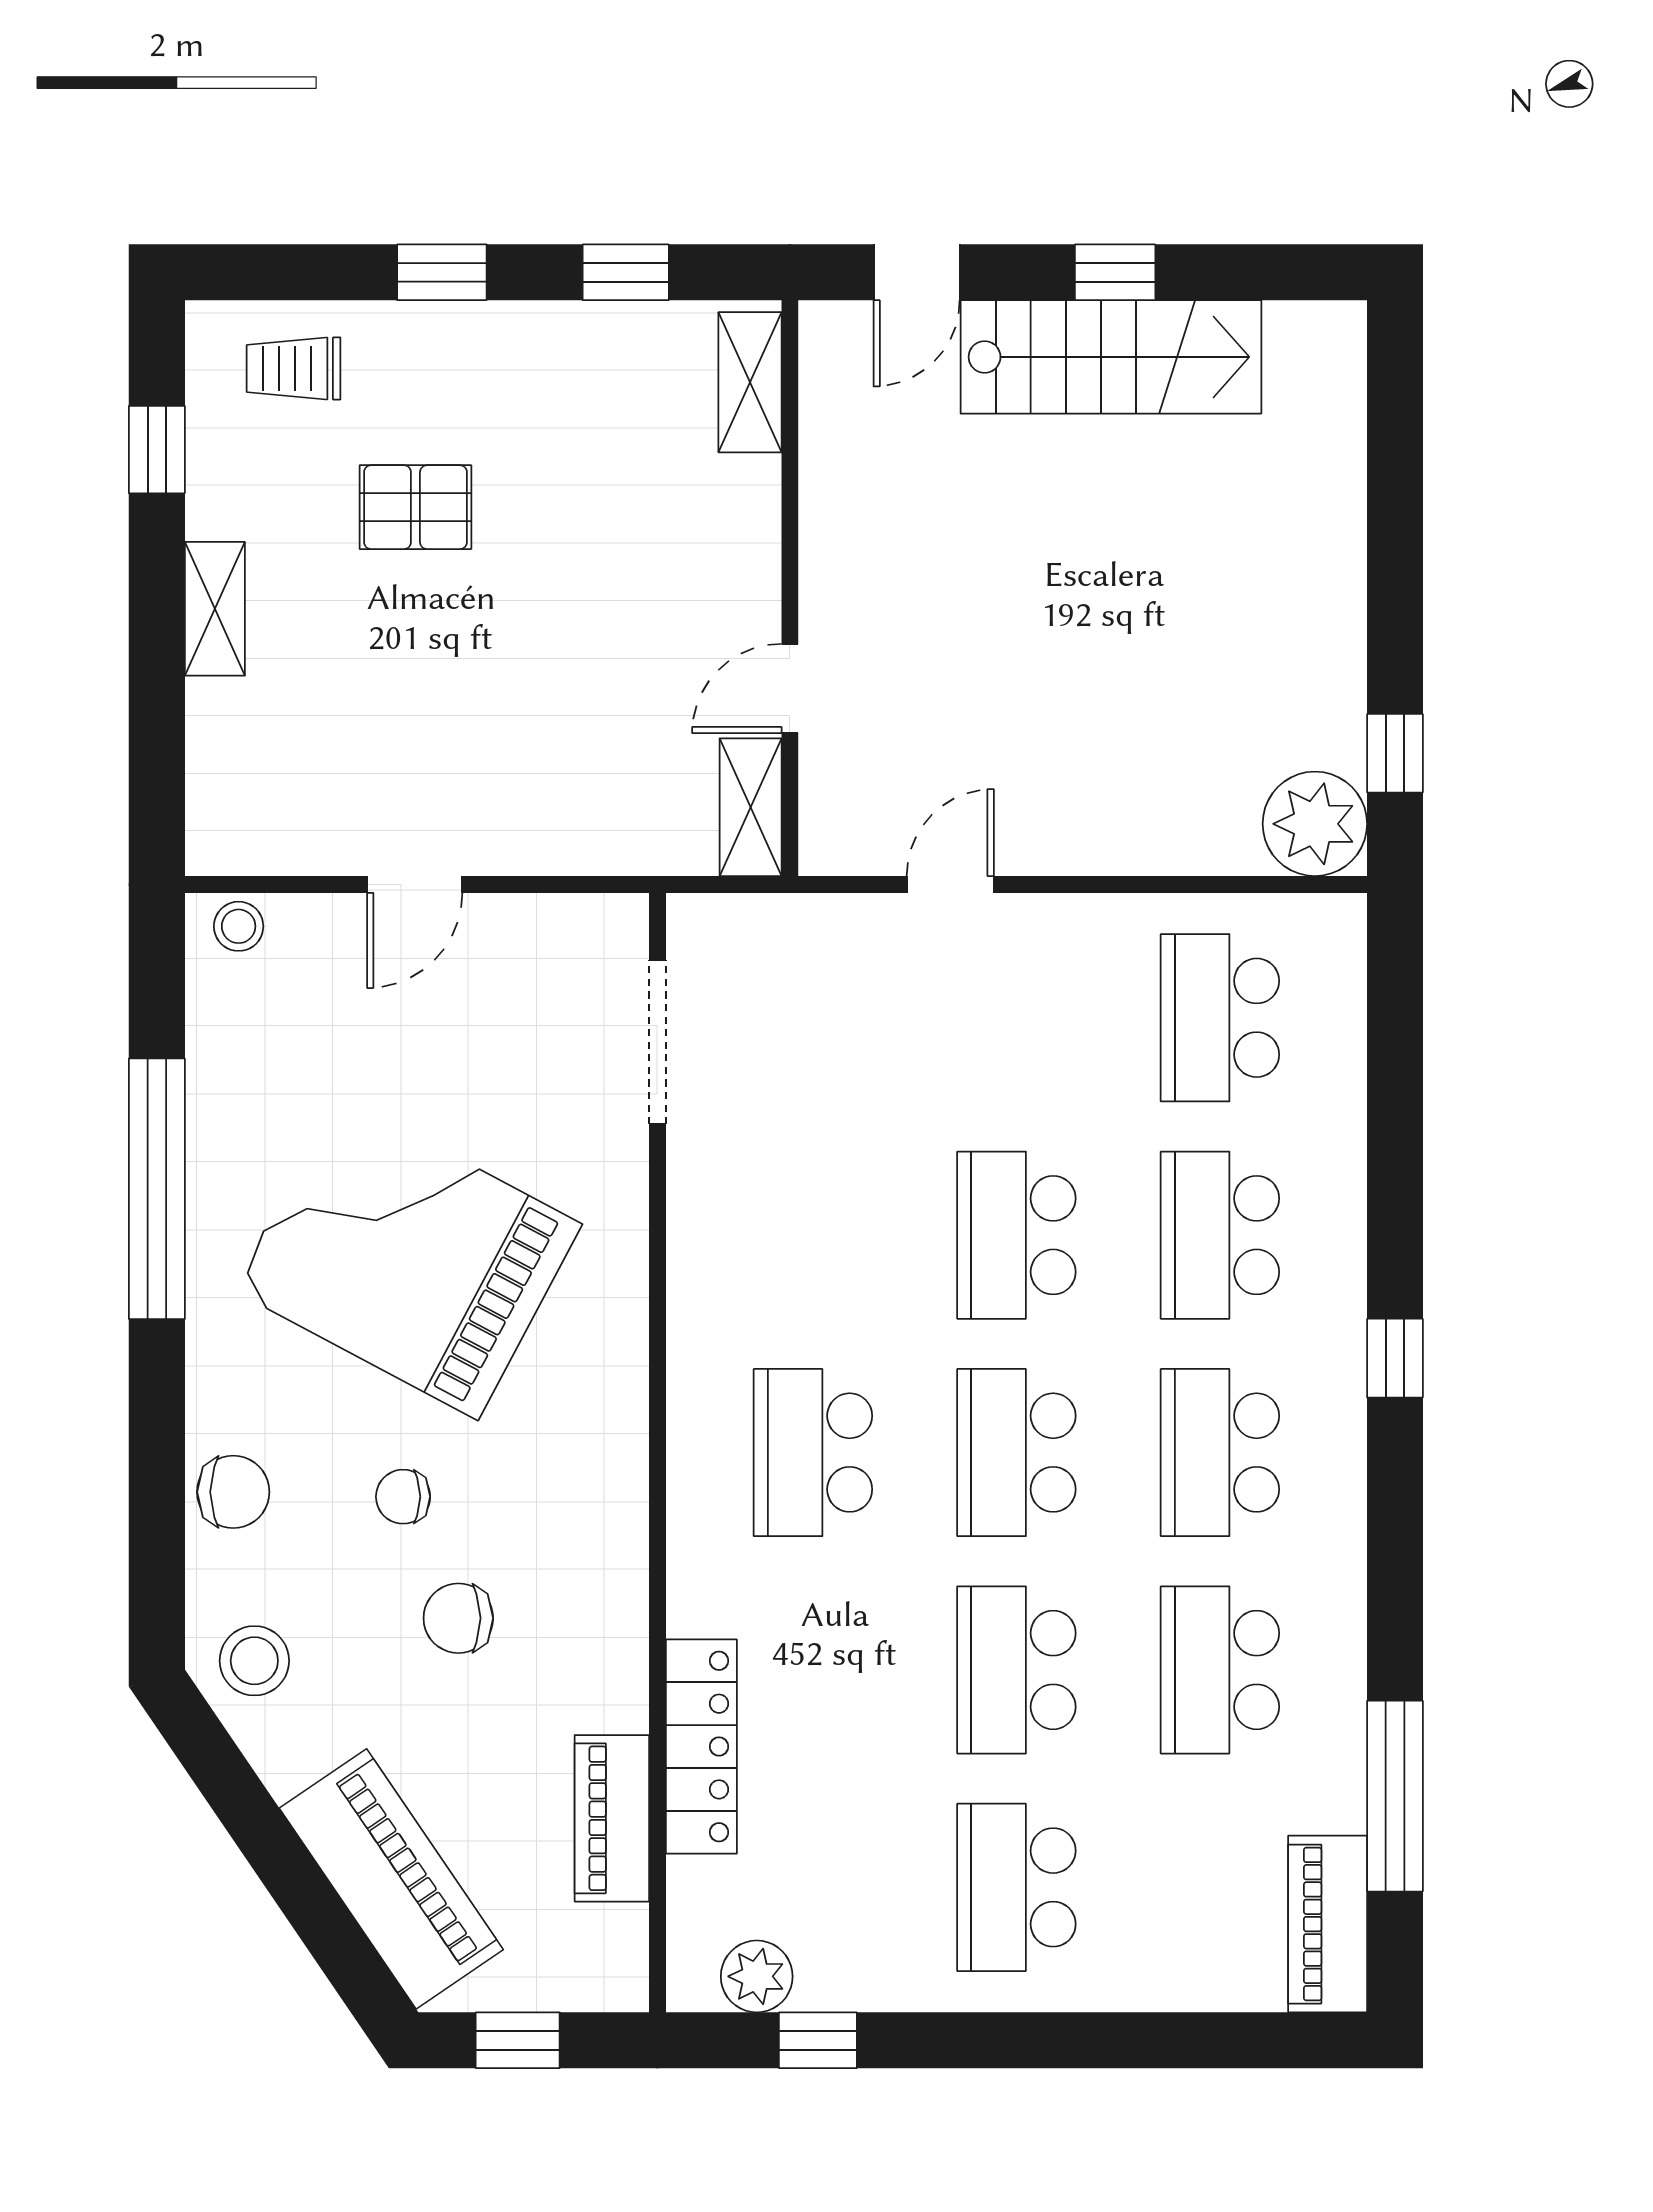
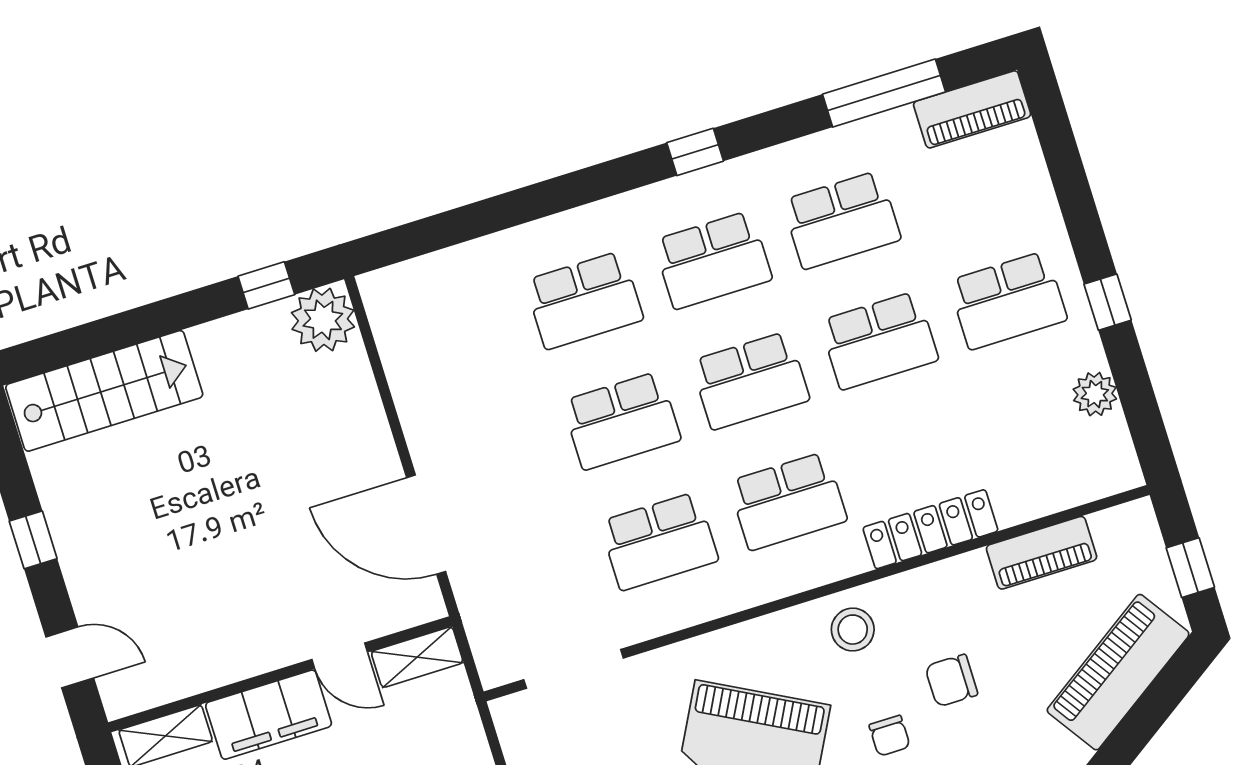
stairs: (1111, 357) -> (104, 391), moved, turned 90
filing cabinet: (733, 551) -> (269, 715), added
door: (950, 884) -> (426, 525), width x1.88
school desk: (1220, 1018) -> (659, 541), moved
window: (1395, 1358) -> (695, 152), moved
stool: (584, 1491) -> (853, 630), added
chair: (458, 1618) -> (951, 681), turned 90
locker: (701, 1747) -> (930, 529), moved
plant: (757, 1976) -> (1095, 394), moved
window: (818, 2040) -> (1108, 302), moved

